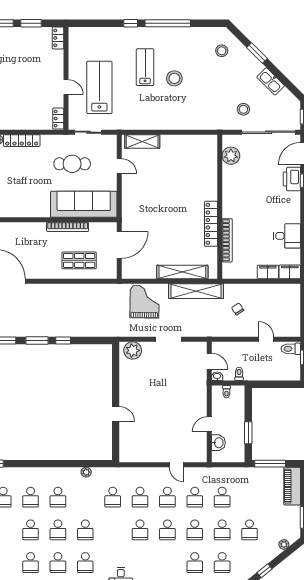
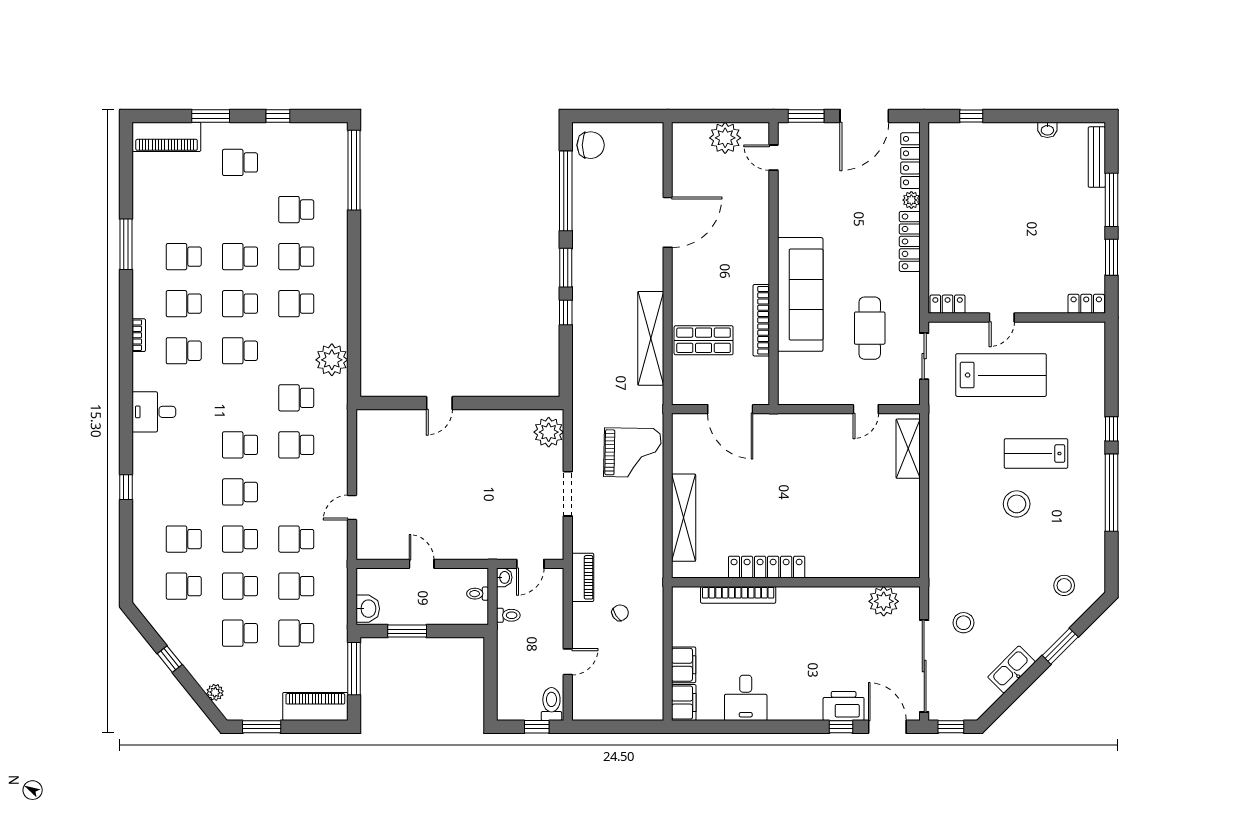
lab bench: (145, 67) -> (1036, 453), turned 180
sofa: (84, 204) -> (800, 294), moved
shop shelf: (79, 260) -> (704, 340), turned 90
shelving: (196, 291) -> (651, 338), moved
piano: (217, 331) -> (583, 577), added
washbasin: (218, 443) -> (368, 609), moved, turned -90
plant: (86, 472) -> (332, 360), width x1.87, depth x1.87
school desk: (167, 497) -> (296, 633), moved

